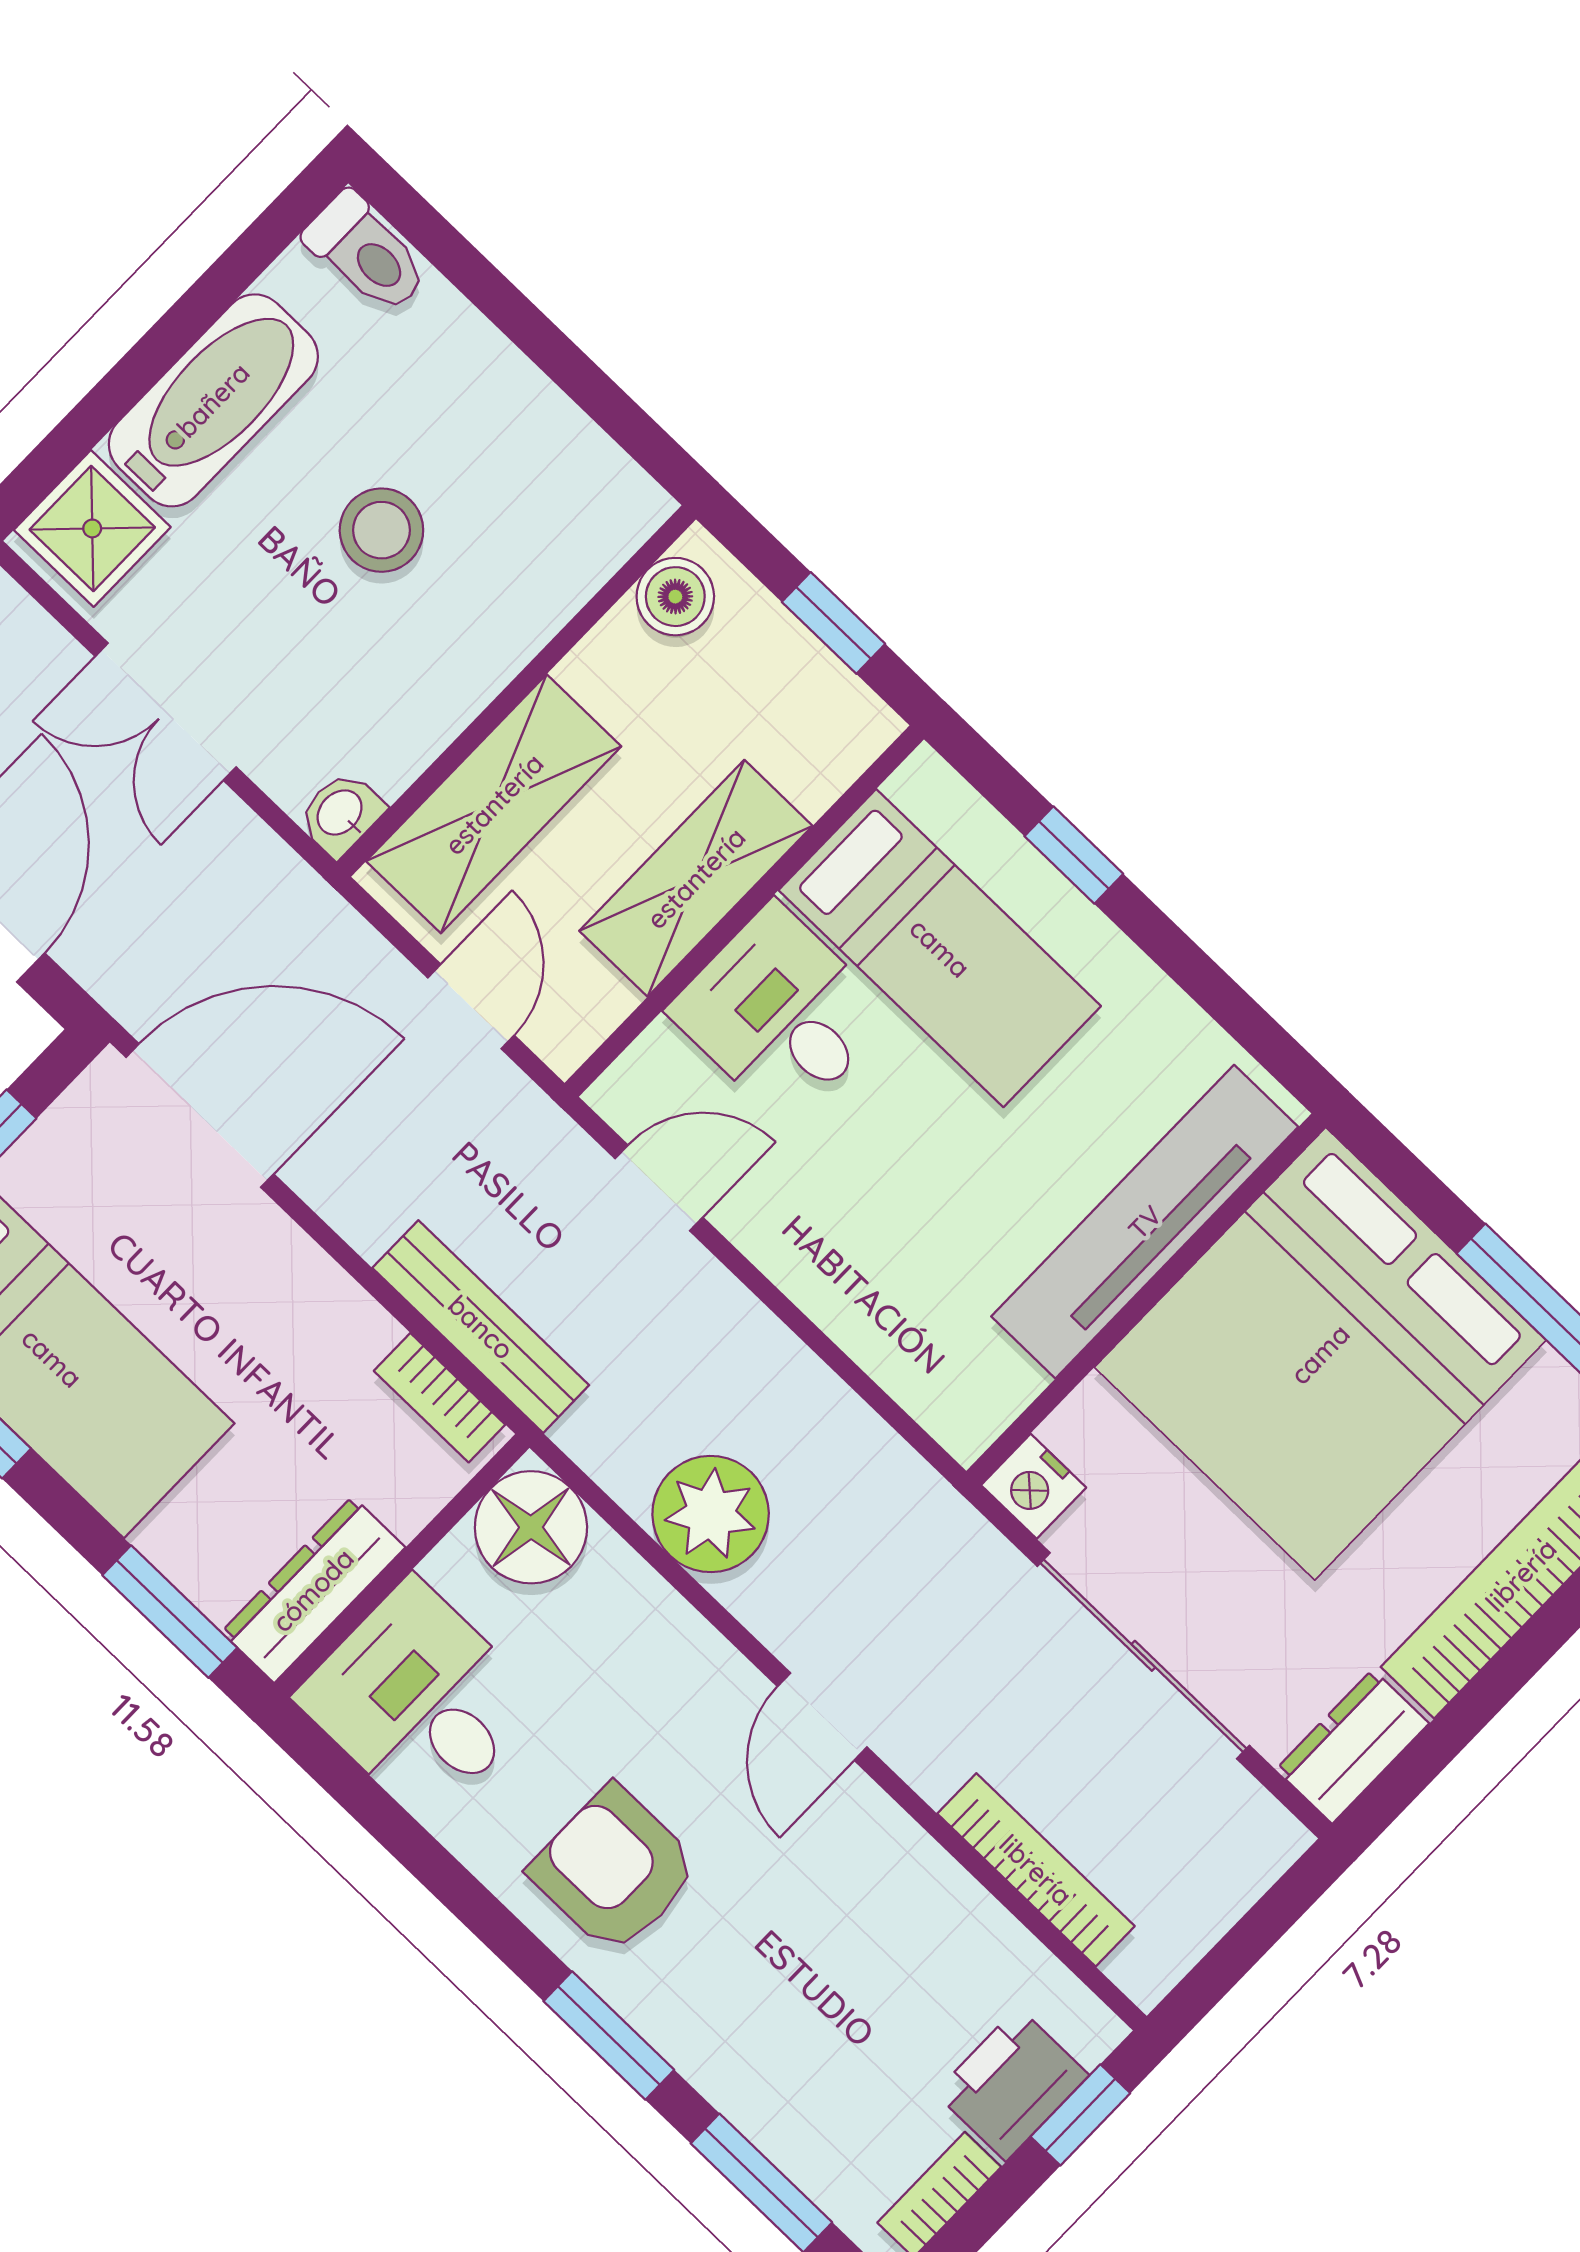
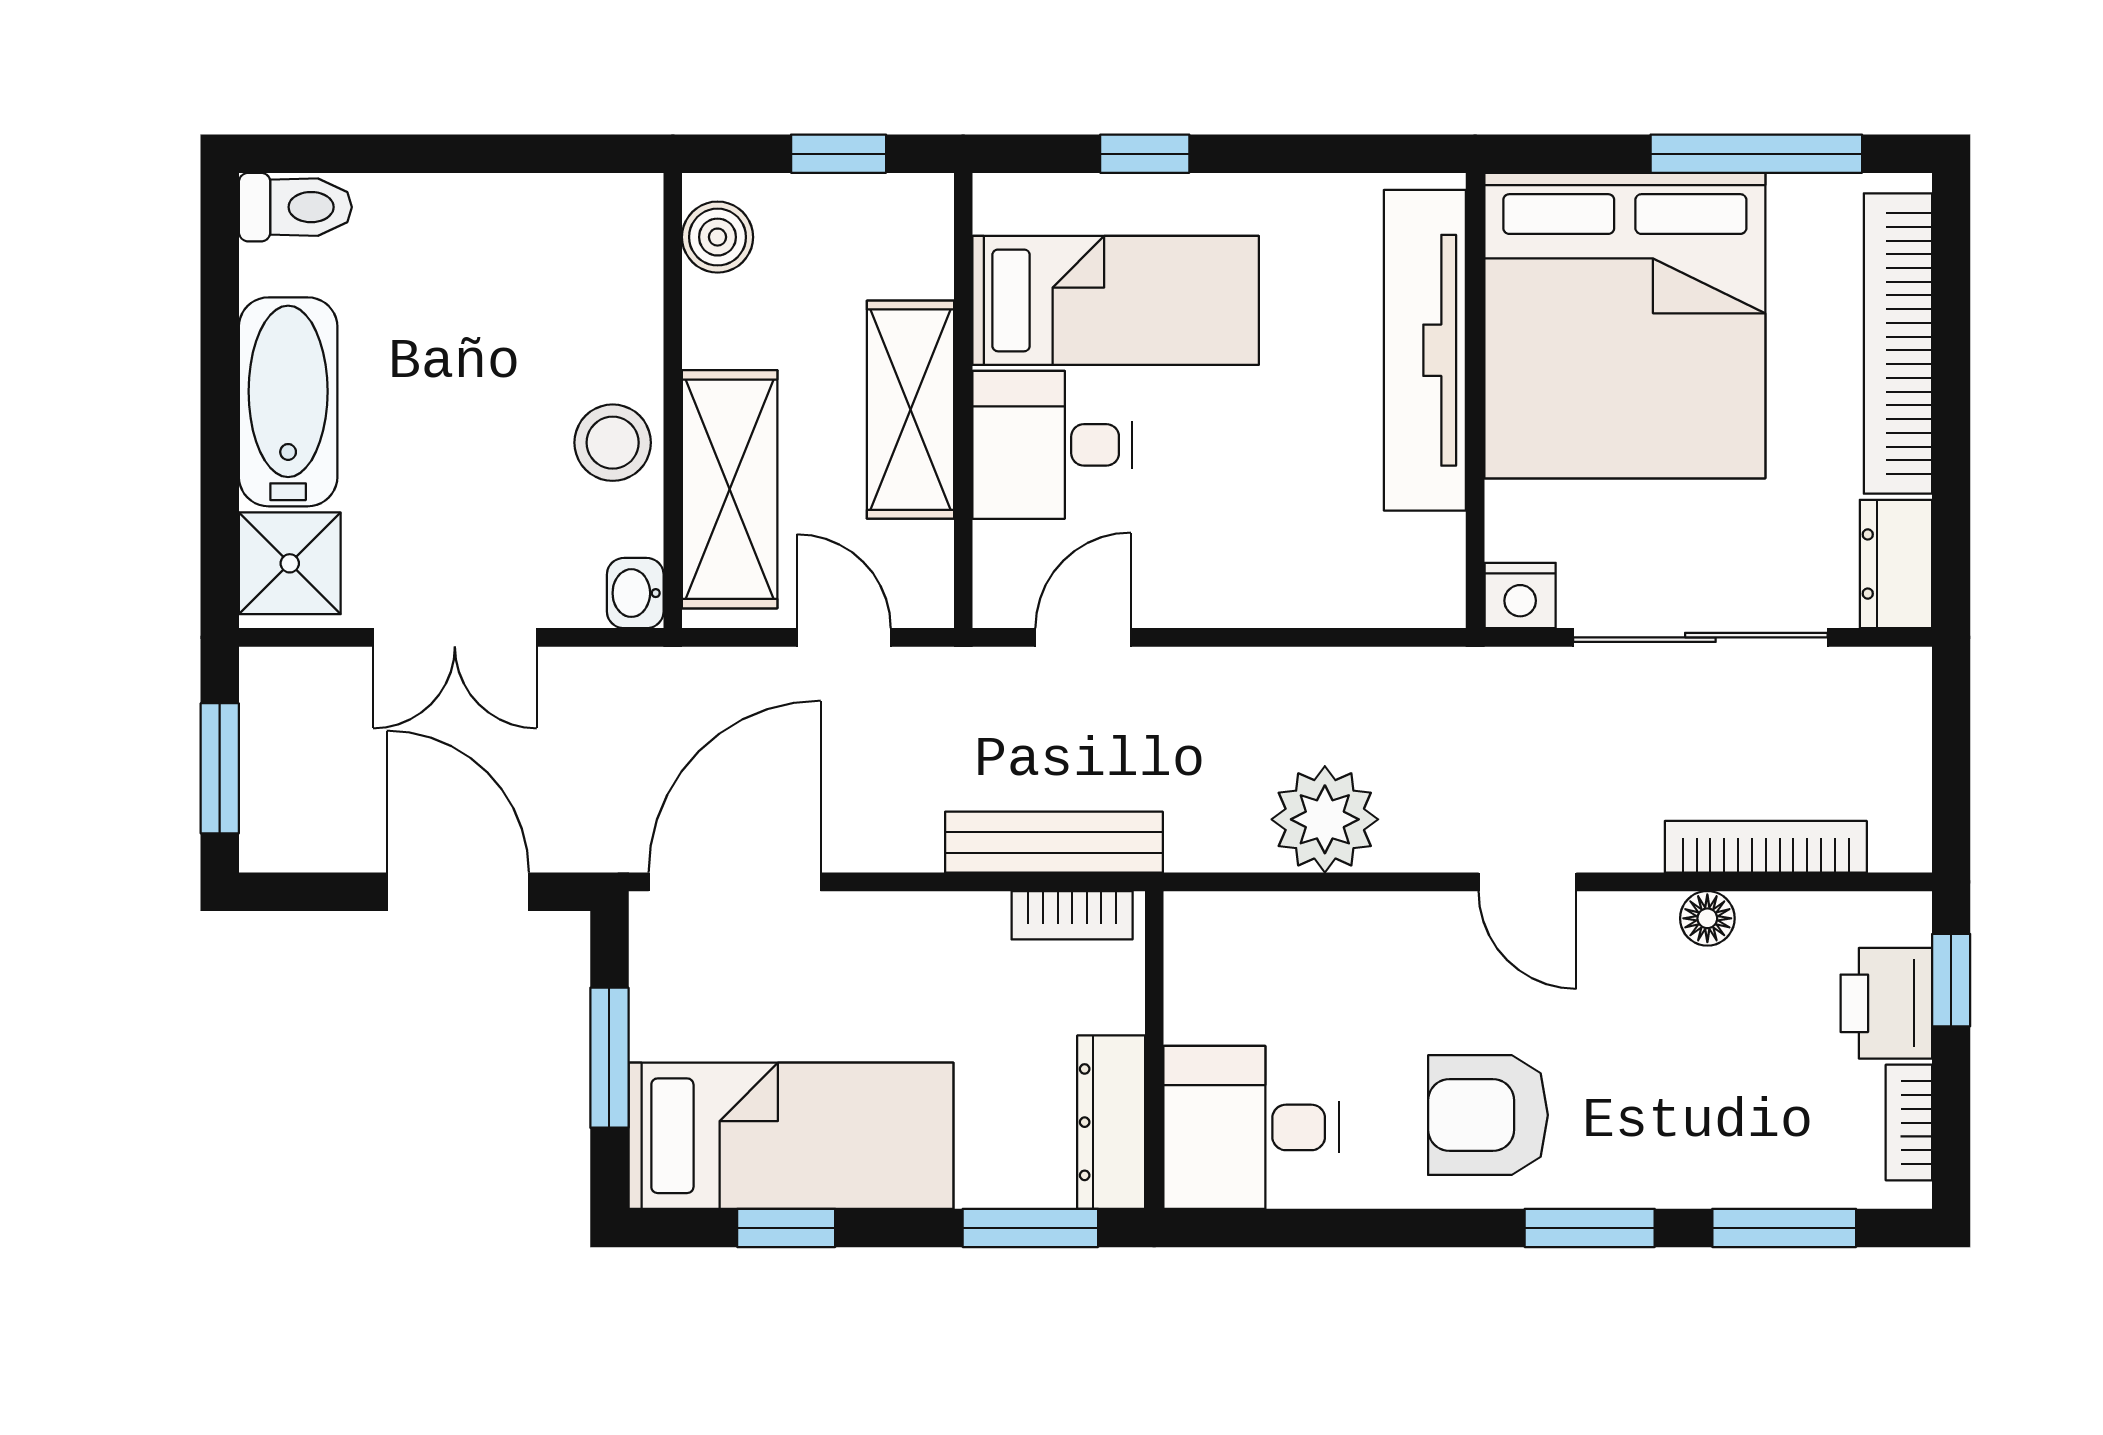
stool: (381, 530) -> (613, 443), moved
floor lamp: (531, 1527) -> (1707, 918), moved, width x0.53, depth x0.53

